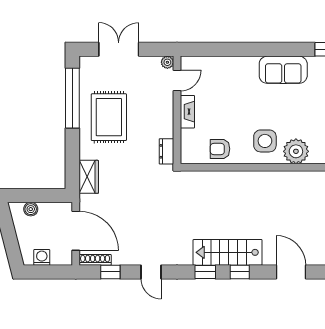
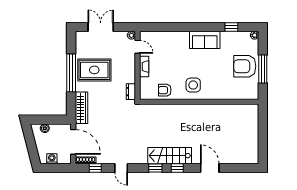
door: (177, 81) -> (138, 47), hinge flipped
window: (72, 98) -> (71, 73), moved
rug: (109, 117) -> (94, 70), turned 90
plant: (296, 151) -> (213, 92), removed
wardrobe: (89, 177) -> (82, 108), width x1.50

